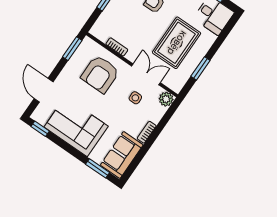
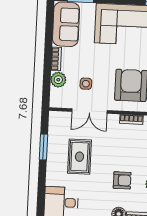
rug: (177, 43) -> (79, 157), width x0.73, depth x0.70
plant: (166, 99) -> (58, 80), moved

